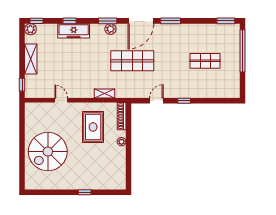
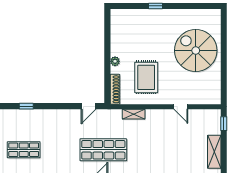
door: (156, 101) -> (89, 106), moved
window: (184, 101) -> (26, 106), moved
spiral stairs: (48, 152) -> (196, 51), turned -90

